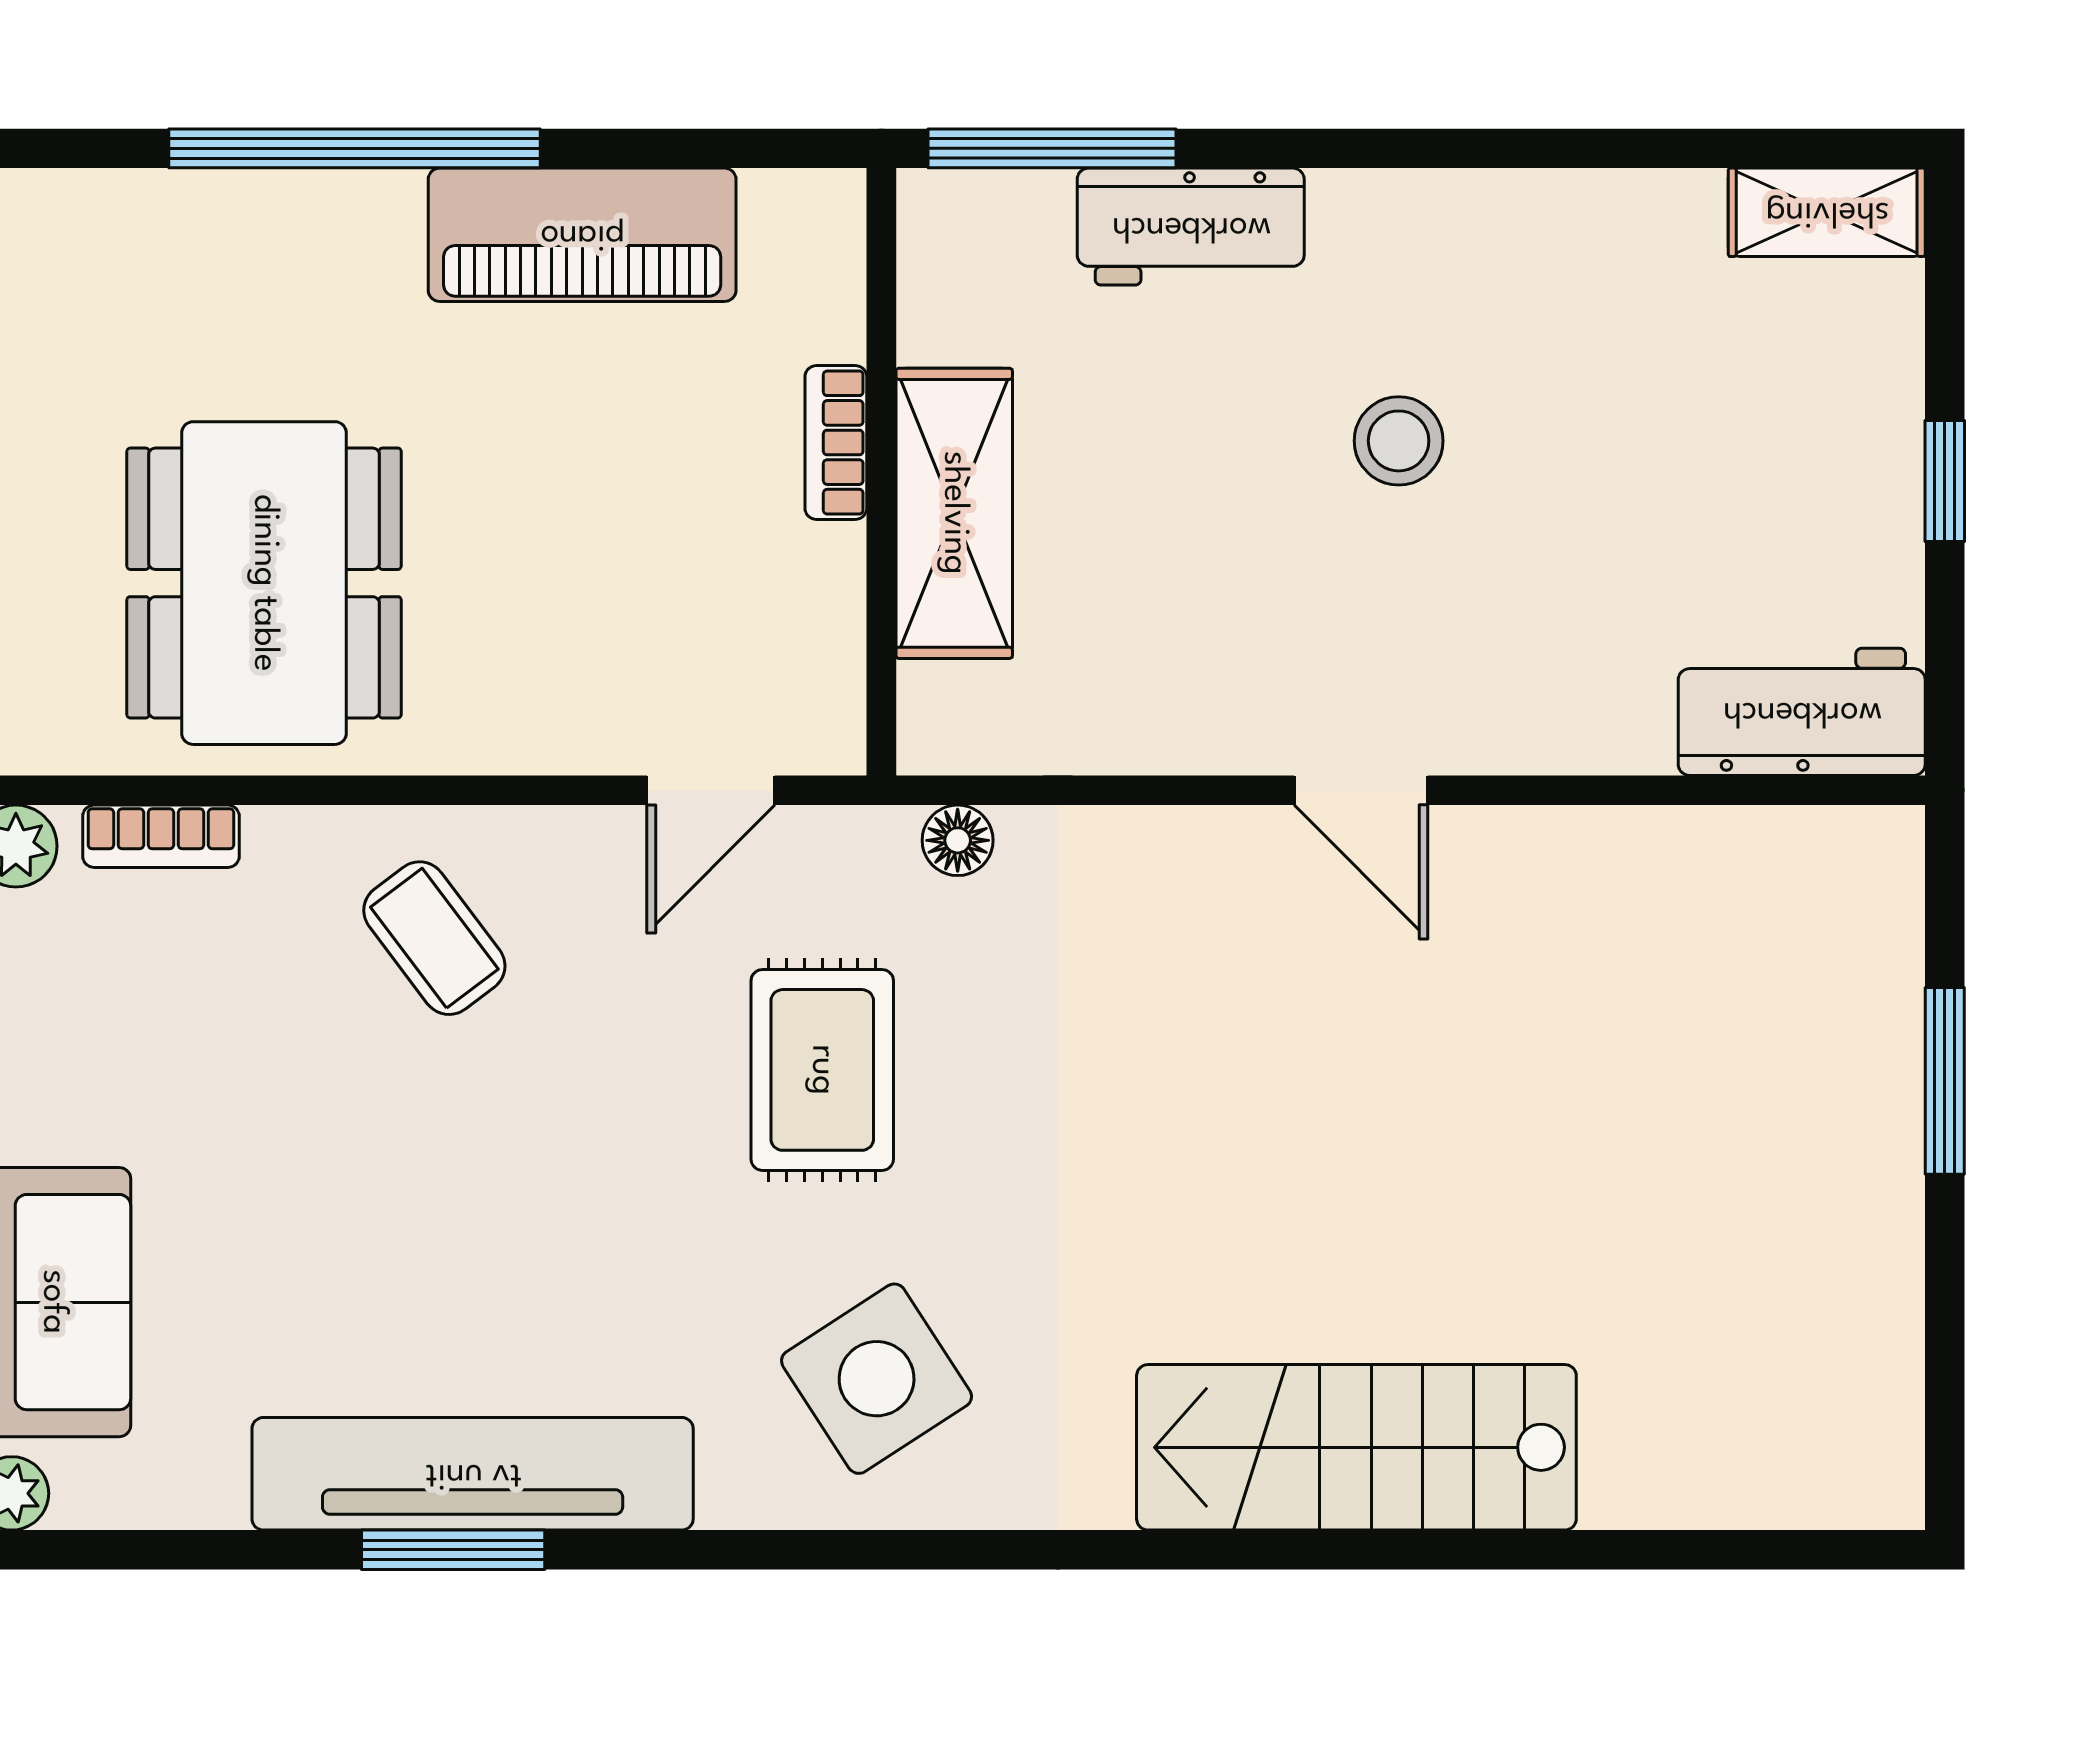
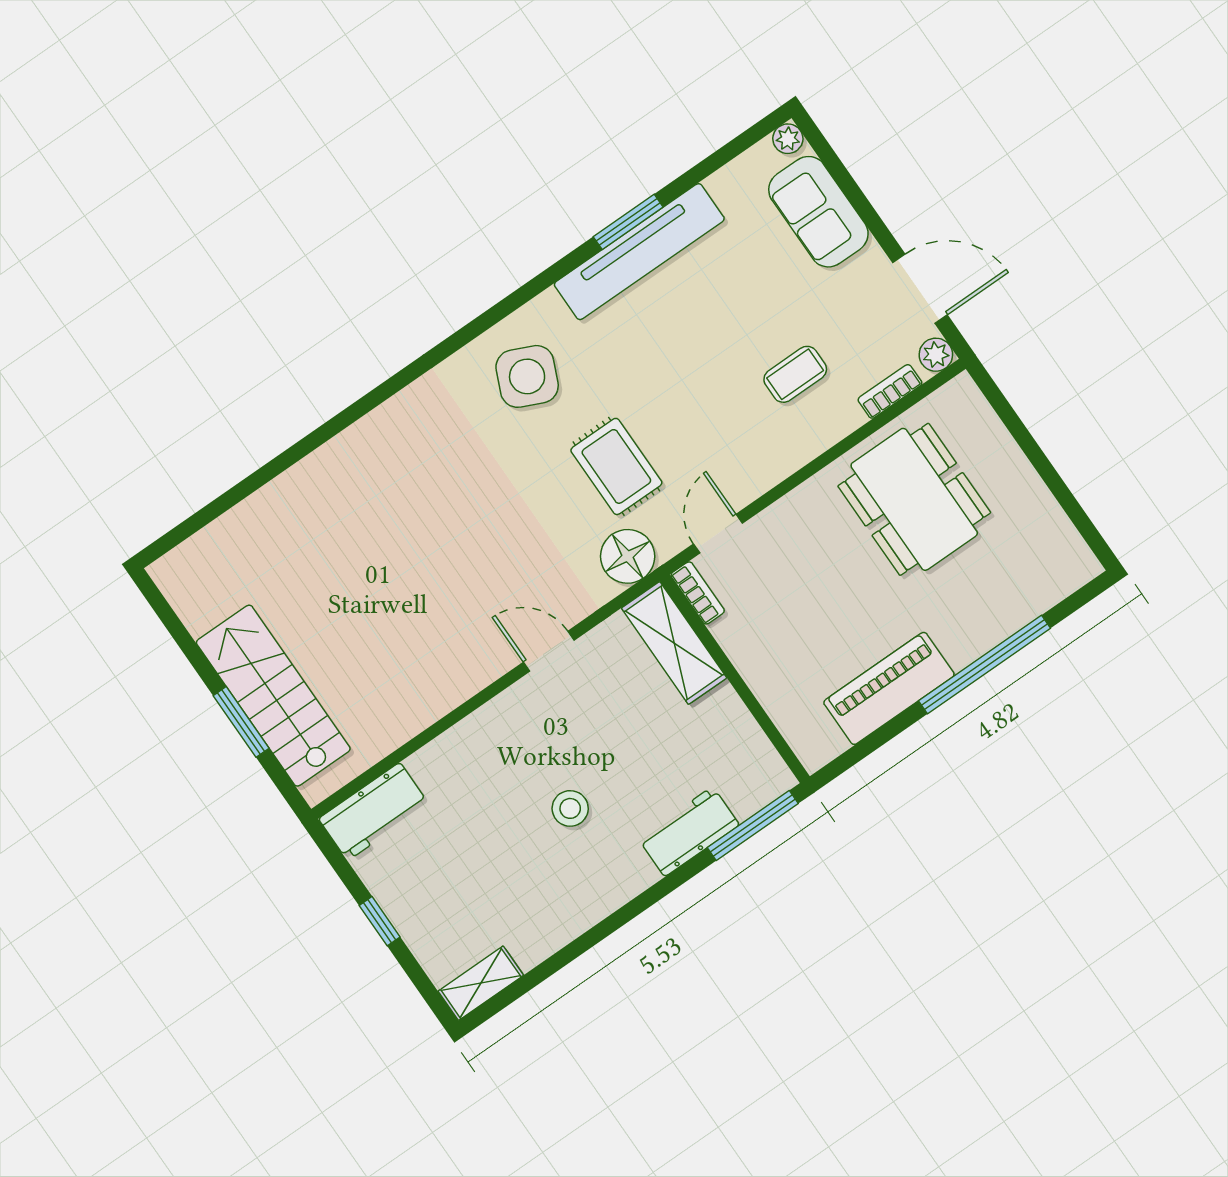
bookcase: (836, 442) -> (698, 593), moved
shelving: (954, 513) -> (674, 643), moved
door: (1361, 790) -> (549, 651), moved
floor lamp: (958, 840) -> (628, 556), width x1.89, depth x1.89
coffee table: (434, 938) -> (795, 374), moved, turned -53
side table: (877, 1379) -> (527, 376), turned -33
stairs: (1356, 1447) -> (273, 696), moved, turned -90

